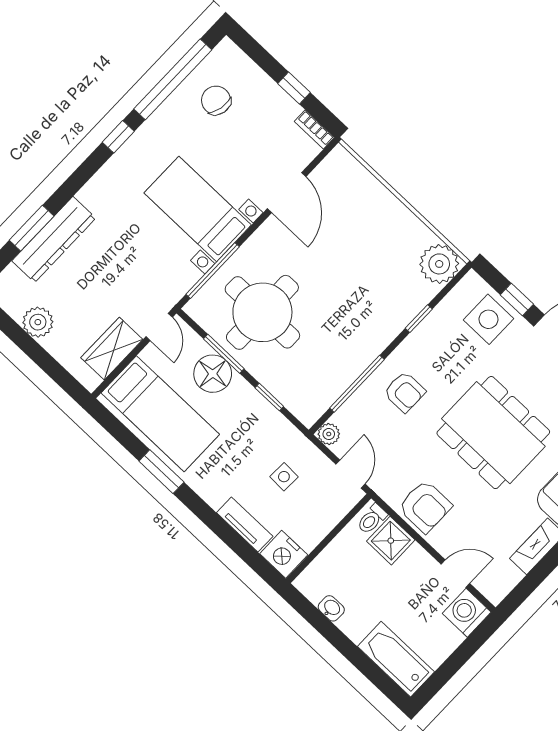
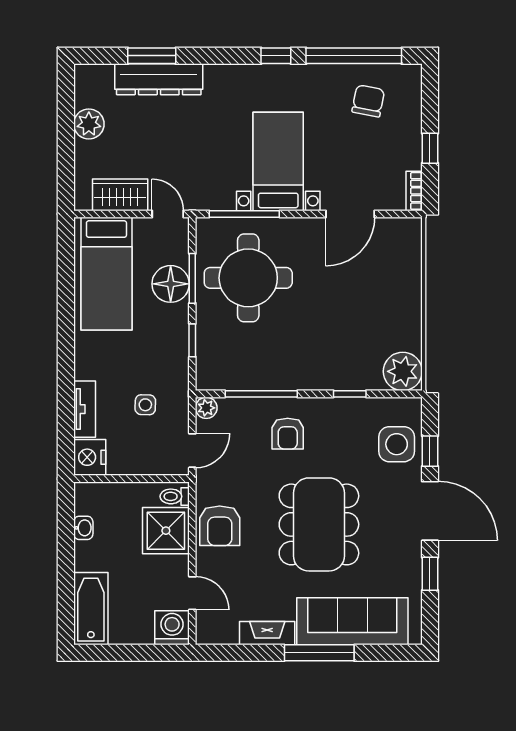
door: (159, 327) -> (168, 214), swing flipped
window: (161, 472) -> (66, 314), removed
shower: (391, 541) -> (166, 531), width x1.36, depth x1.36

